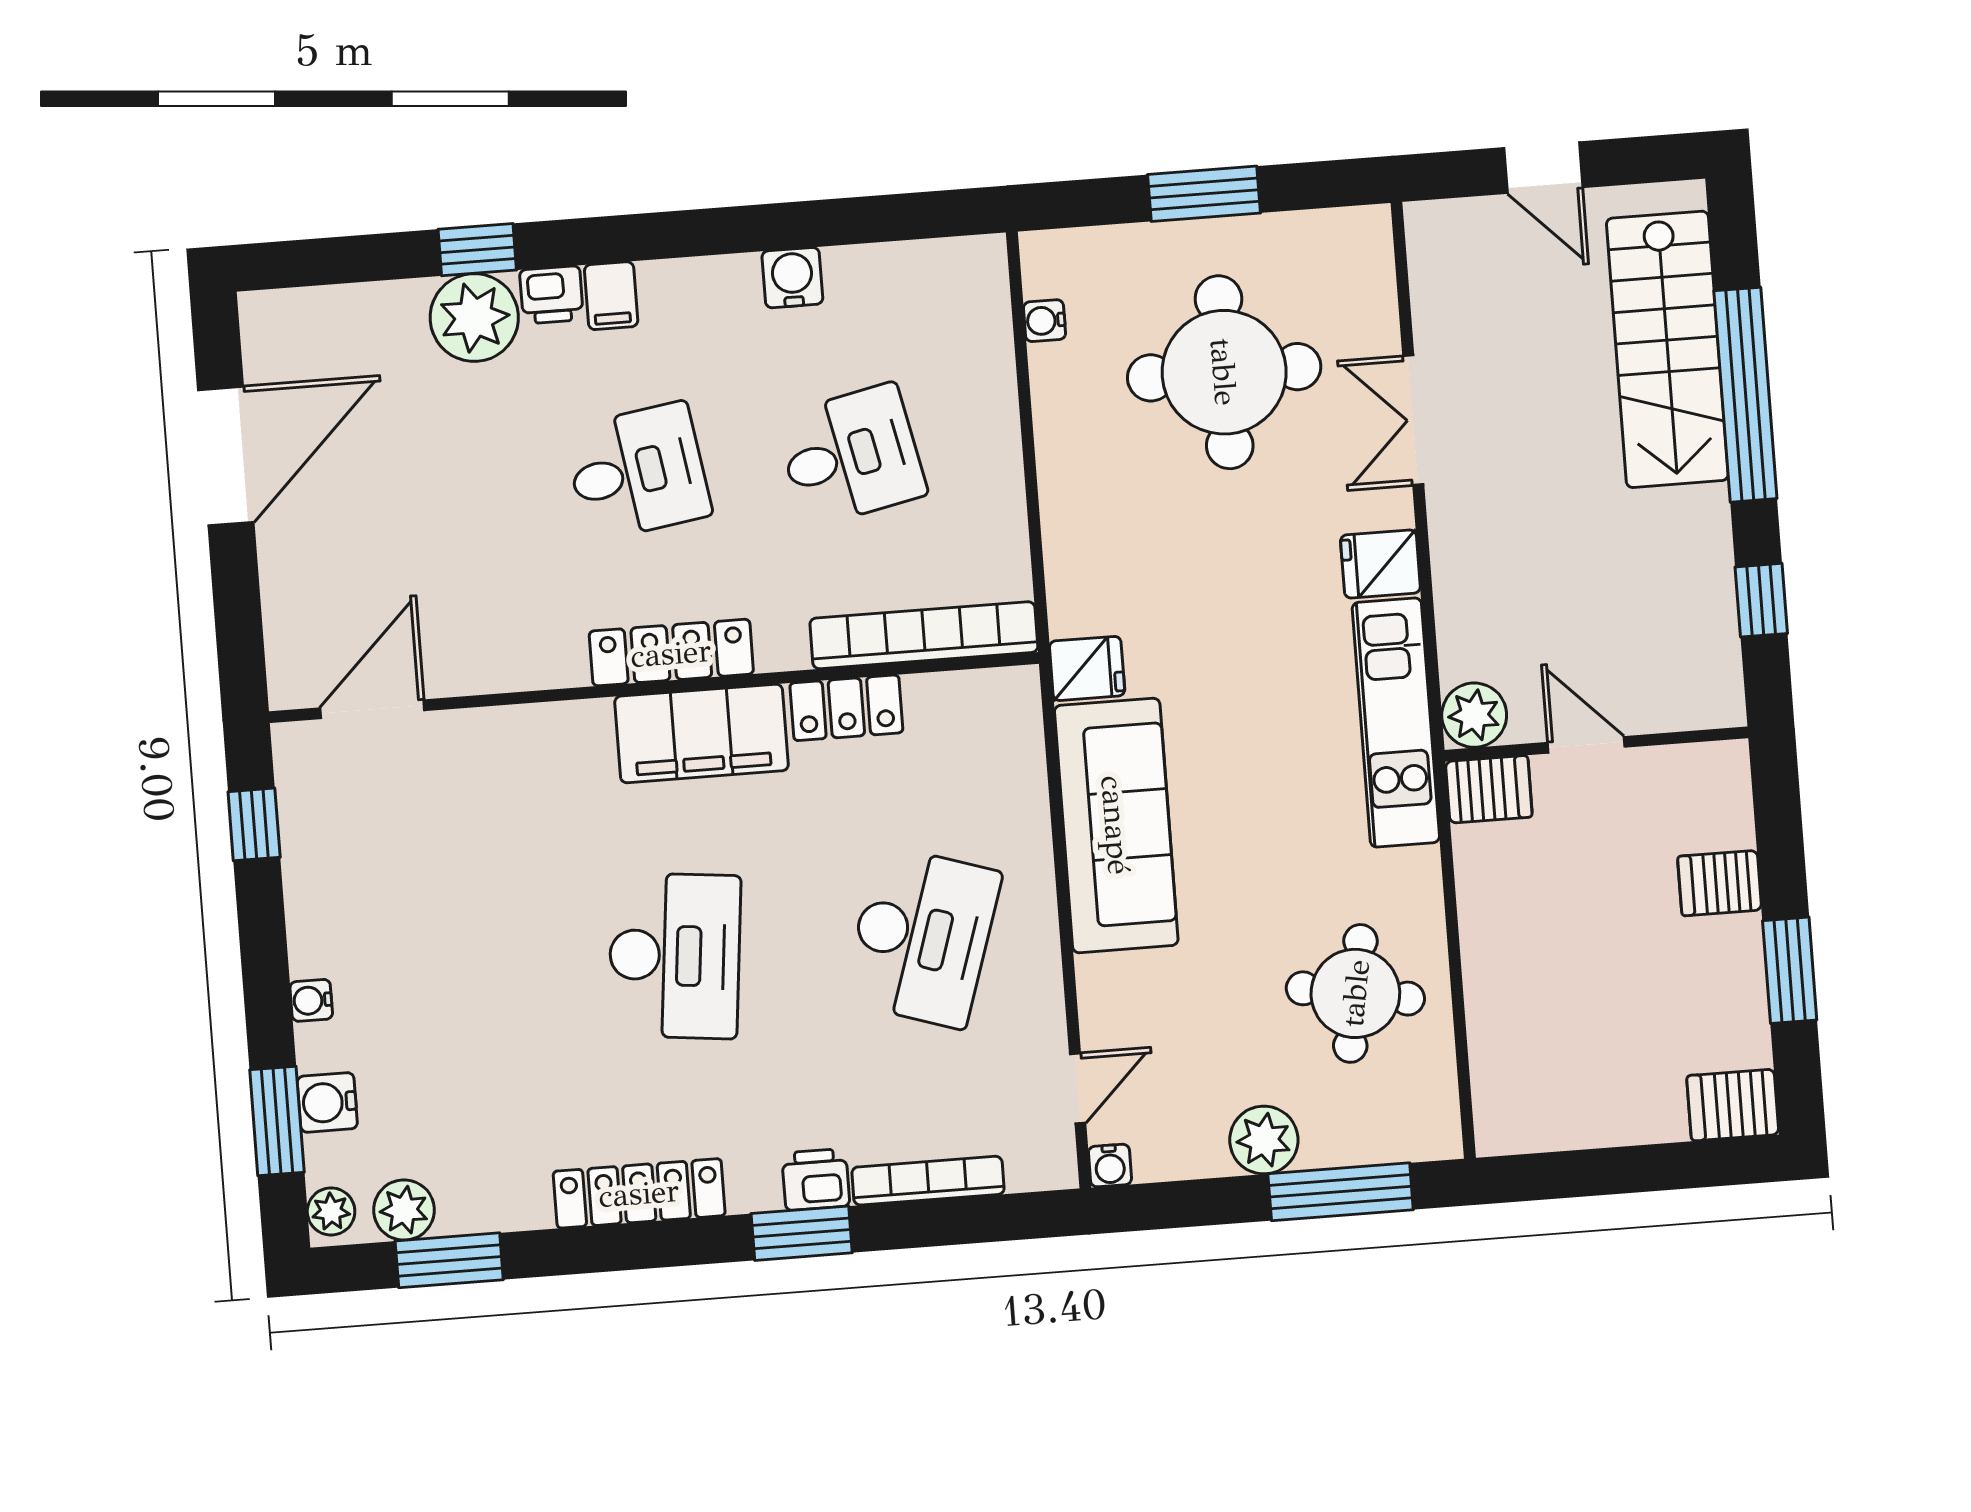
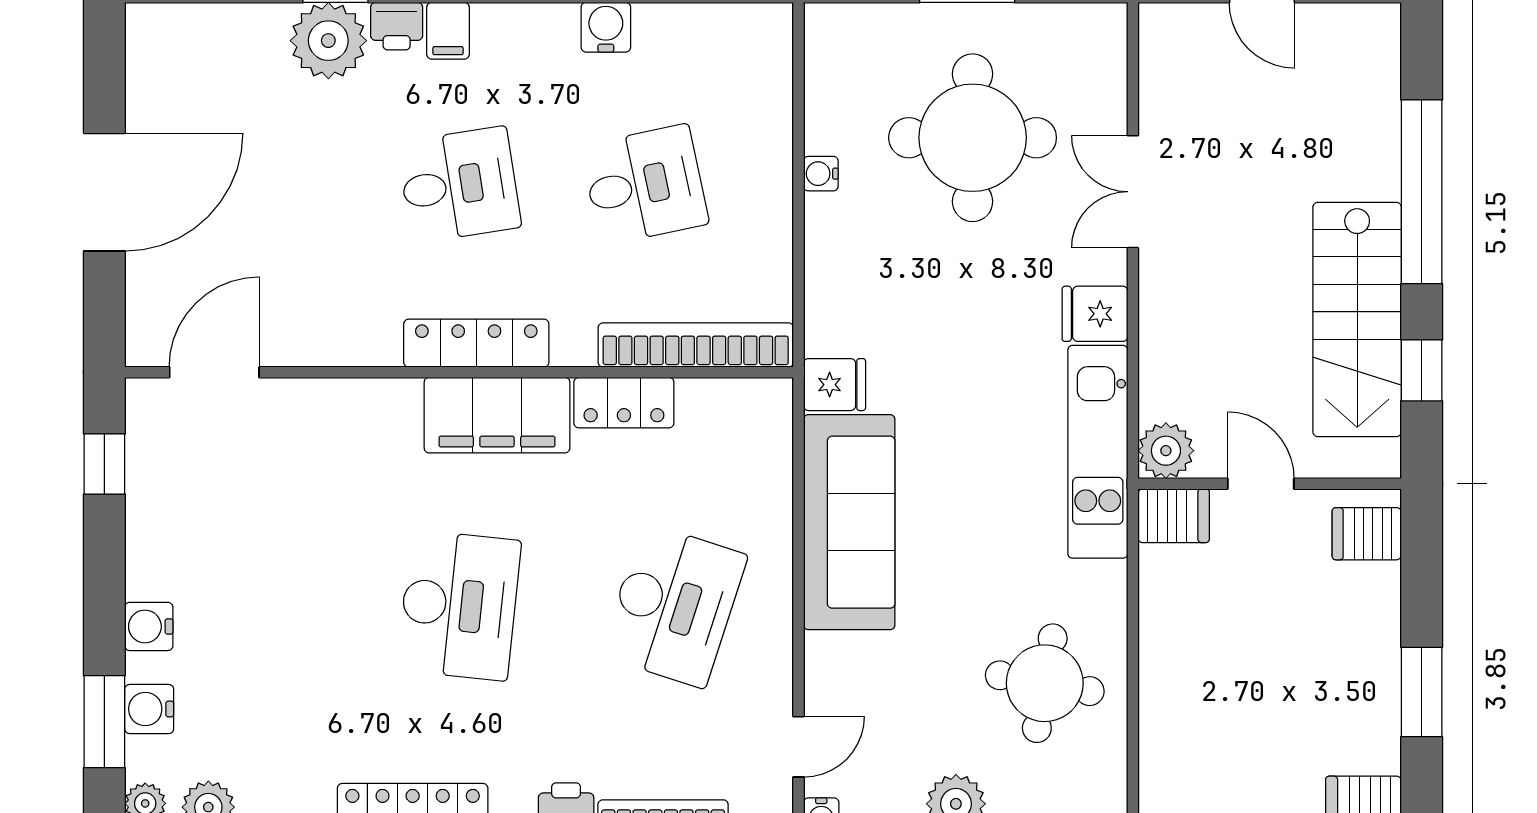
water cooler: (1045, 321) -> (821, 174), moved
stairs: (1667, 349) -> (1357, 320), moved
door: (226, 456) -> (104, 192), moved
server rack: (1720, 883) -> (1367, 534), moved
water cooler: (311, 1000) -> (149, 626), width x1.38, depth x1.38

